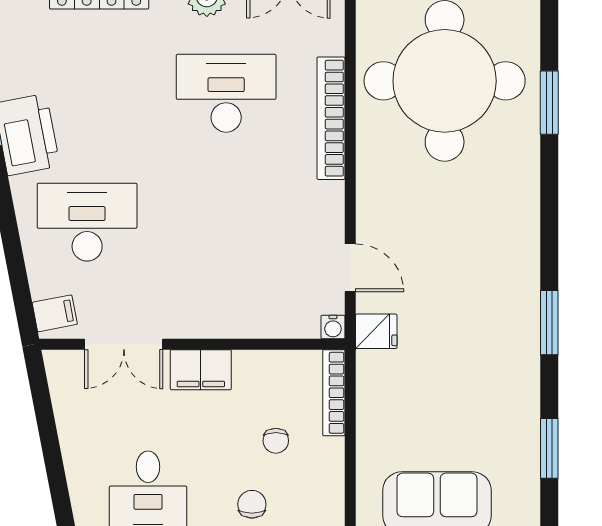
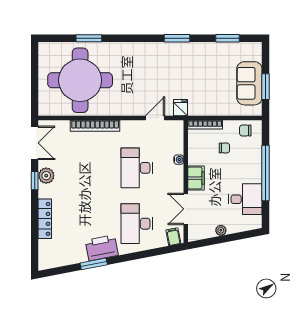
desk: (226, 93) -> (137, 168), moved
water cooler: (333, 327) -> (179, 160), moved
double door: (124, 344) -> (186, 209), swing flipped
plant: (71, 432) -> (221, 230), added
chair: (252, 504) -> (245, 130), moved

